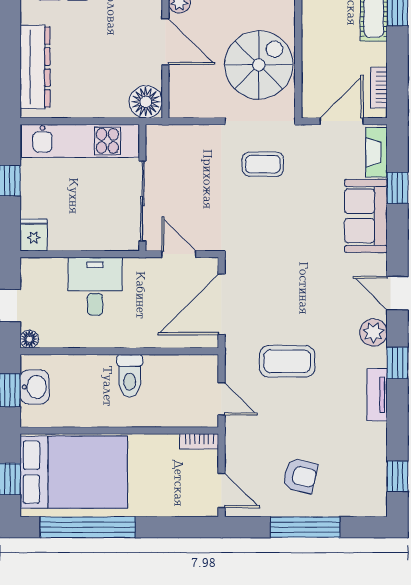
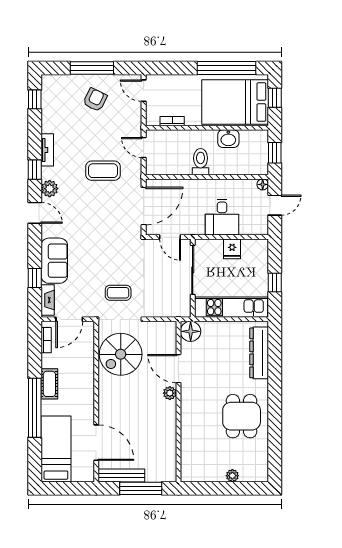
fridge: (34, 235) -> (232, 249), moved
washbasin: (35, 387) -> (228, 139), moved, turned -90
bookcase: (199, 441) -> (172, 121), moved
armchair: (300, 476) -> (95, 100), turned 103

